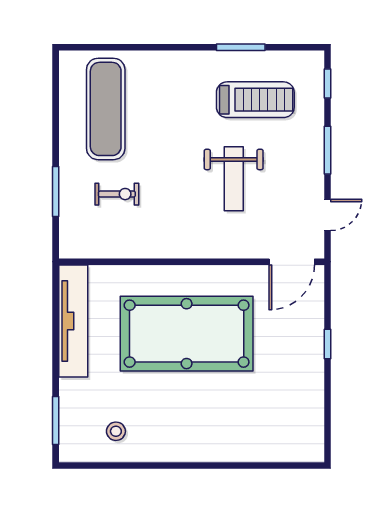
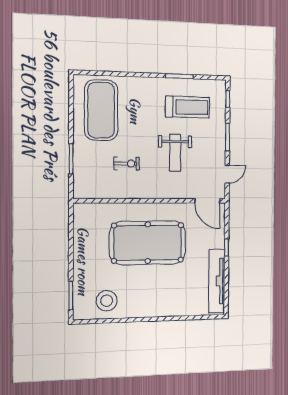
exercise mat: (106, 109) -> (101, 110), width x1.47
exercise bike: (117, 194) -> (127, 164), moved
door: (292, 262) -> (207, 201), hinge flipped
tv unit: (73, 321) -> (217, 281), moved, turned 180
stool: (116, 431) -> (107, 301), width x1.89, depth x1.89

